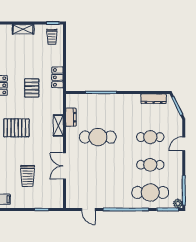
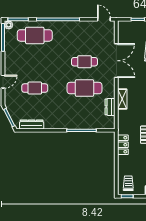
cafe table: (150, 165) -> (85, 62), moved
double door: (64, 166) -> (116, 61), width x1.37
door: (88, 209) -> (104, 19), moved

